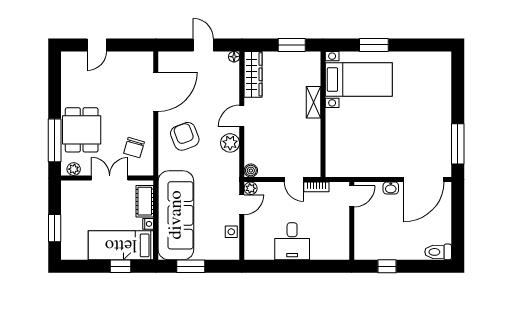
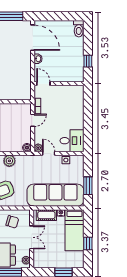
double door: (110, 178) -> (32, 237), swing flipped
desk: (292, 241) -> (72, 141), moved
window: (121, 266) -> (88, 244), moved

